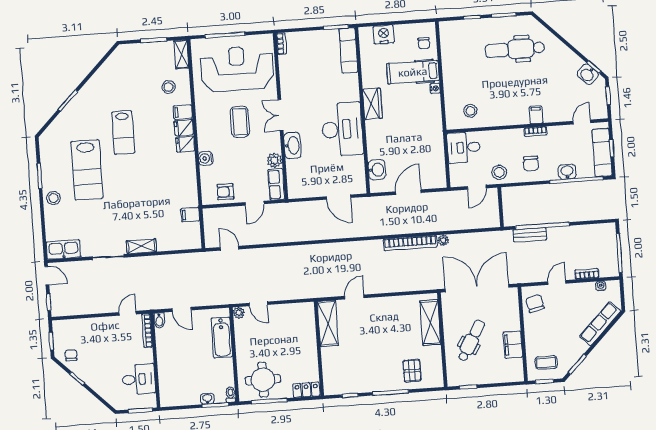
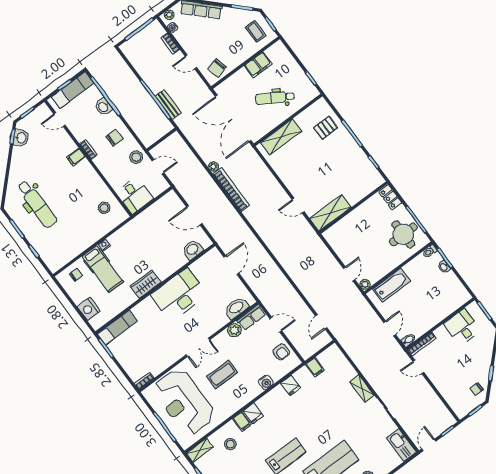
fridge: (185, 144) -> (291, 385), moved
washbasin: (292, 145) -> (236, 308), moved
plant: (615, 290) -> (169, 15), added

